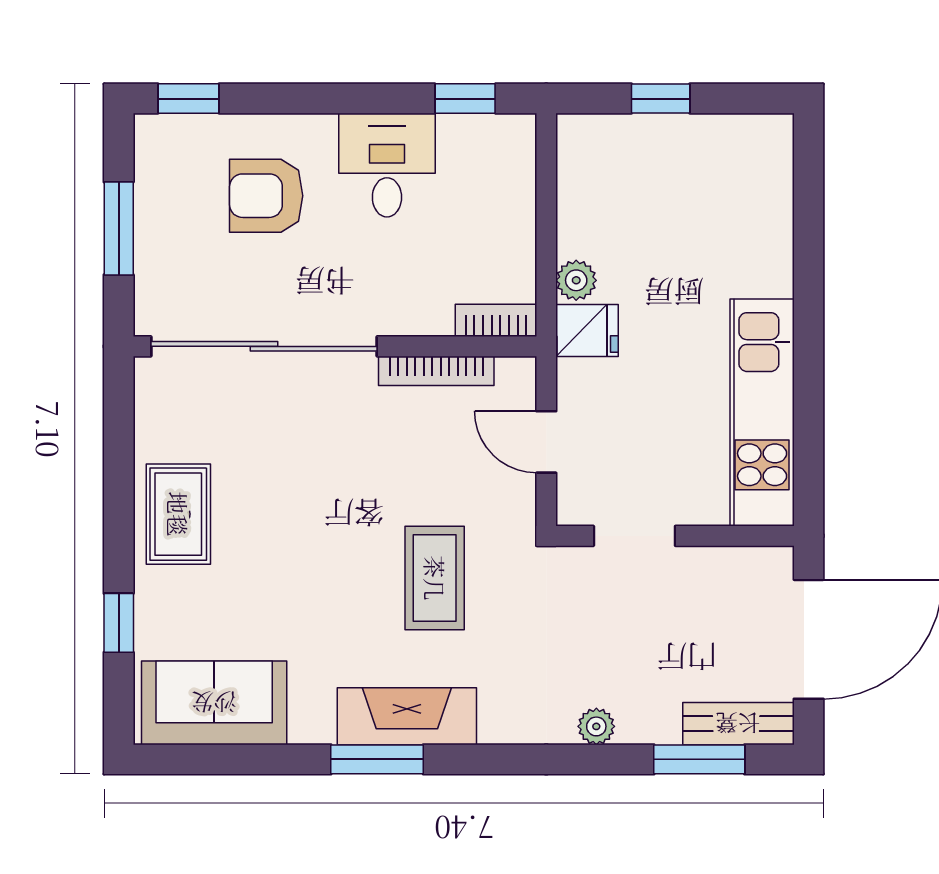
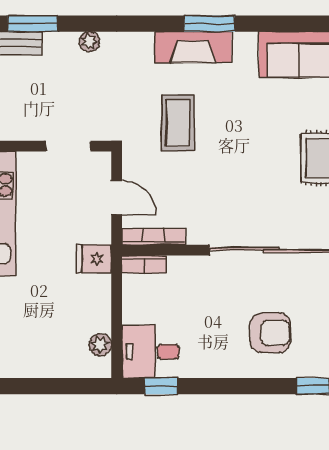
window: (661, 99) -> (54, 386), removed
desk: (387, 165) -> (150, 352), moved, turned 90
plant: (576, 280) -> (100, 345), moved
bookcase: (436, 371) -> (154, 237), moved

